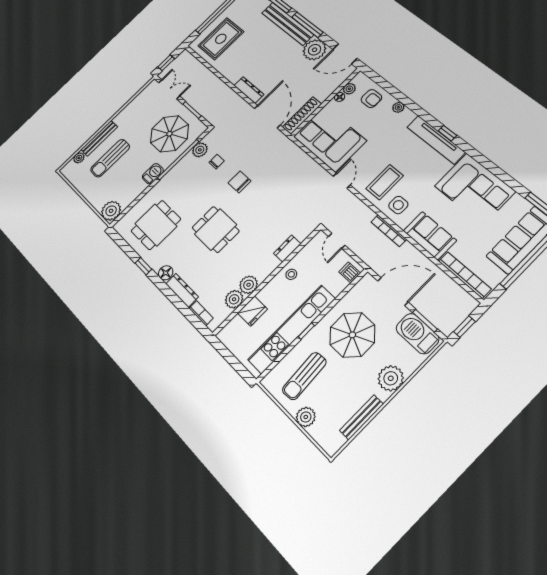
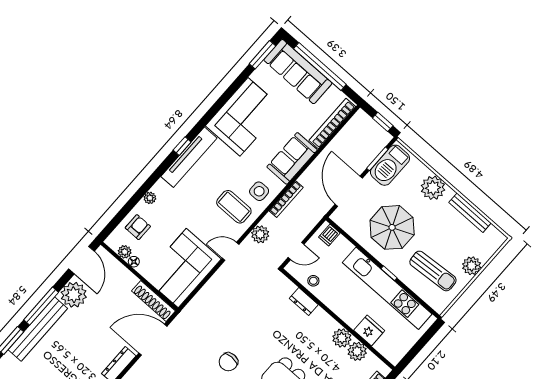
plant: (356, 207) -> (260, 234), added
stool: (291, 274) -> (313, 281), moved

